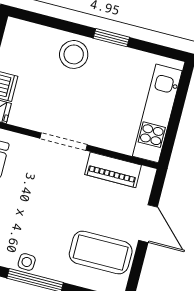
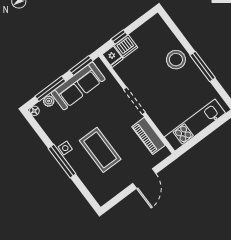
window: (111, 38) -> (203, 67), width x1.44
coffee table: (101, 253) -> (100, 150), moved

